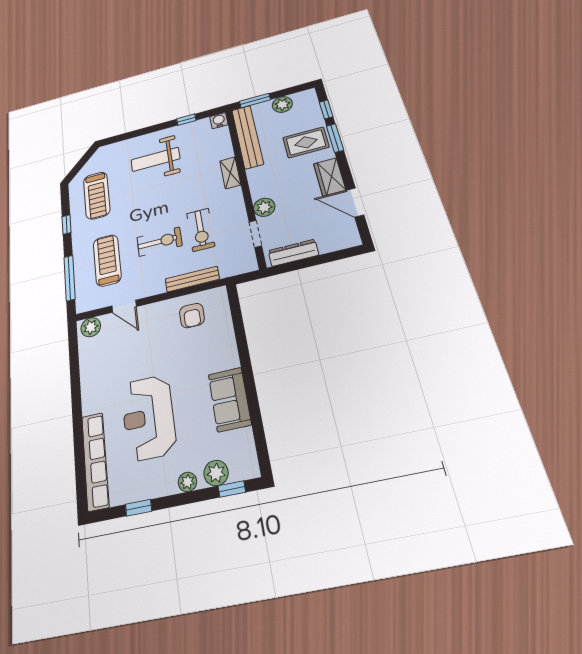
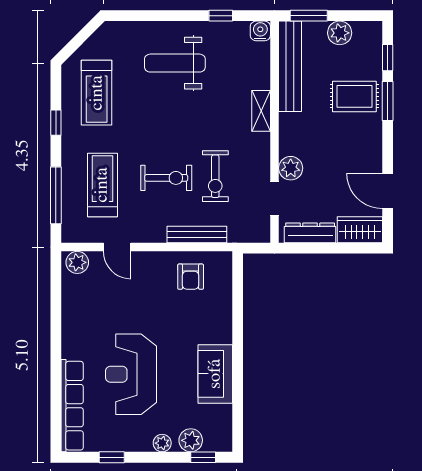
wardrobe: (330, 177) -> (360, 230), moved, turned 90

